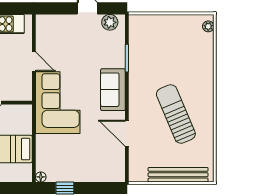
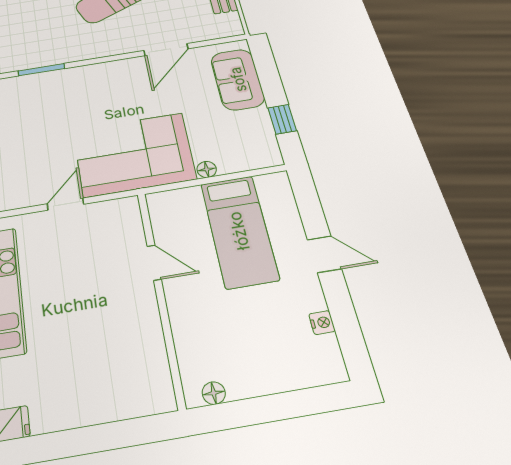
sofa: (113, 90) -> (238, 79), moved, turned 90
floor lamp: (41, 177) -> (207, 169), moved

